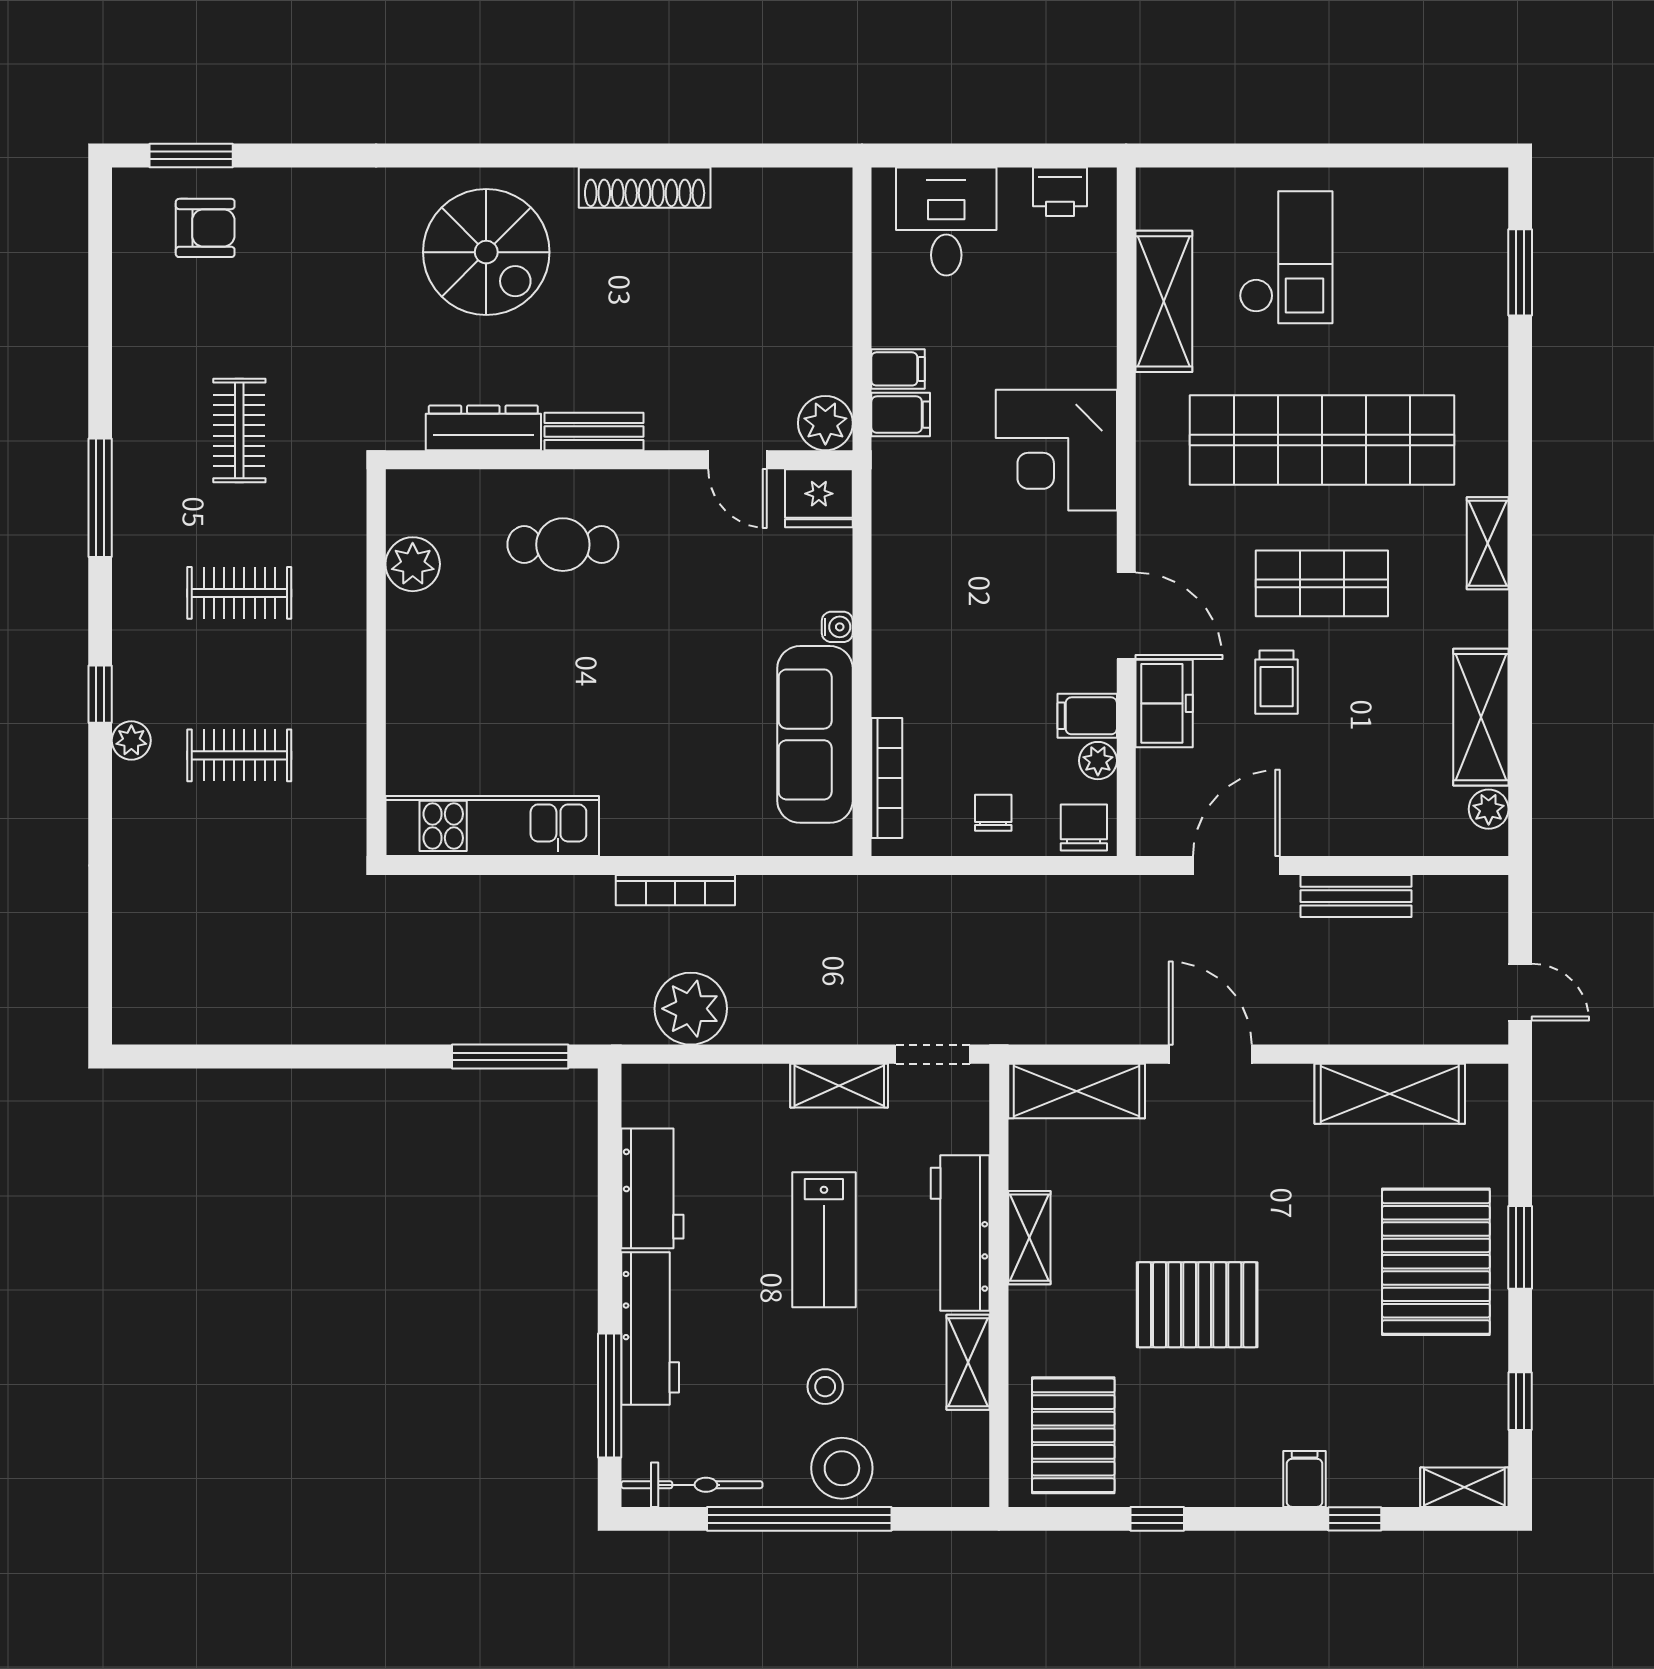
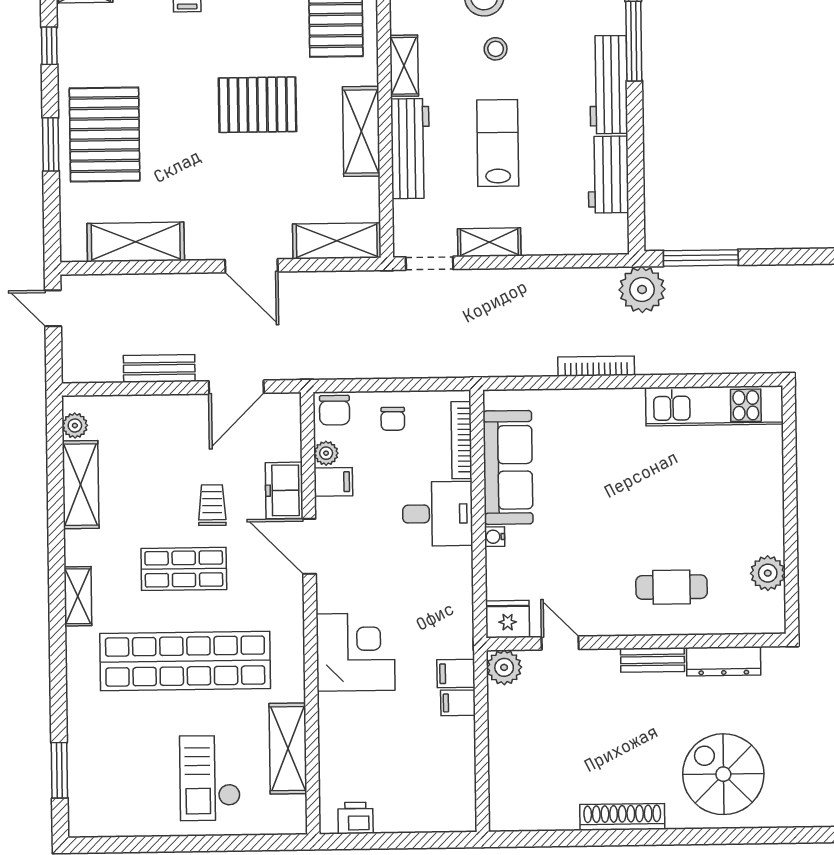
desk: (946, 221) -> (438, 514), moved, turned -90
plant: (691, 1009) -> (642, 289), moved
shelving: (1029, 1238) -> (361, 131), width x1.50, depth x1.33

